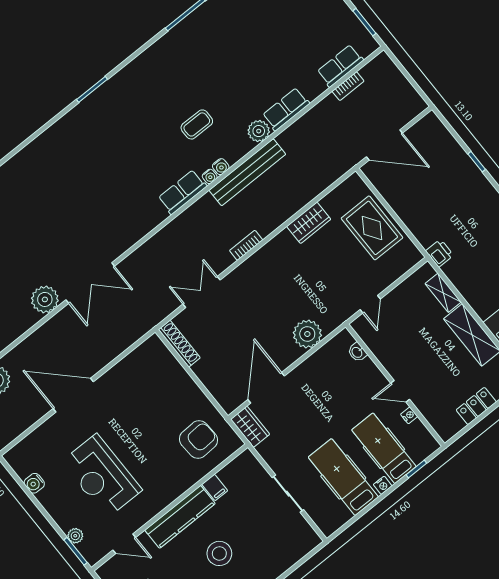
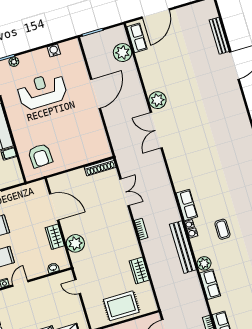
wardrobe: (250, 427) -> (55, 237), moved, turned 90

